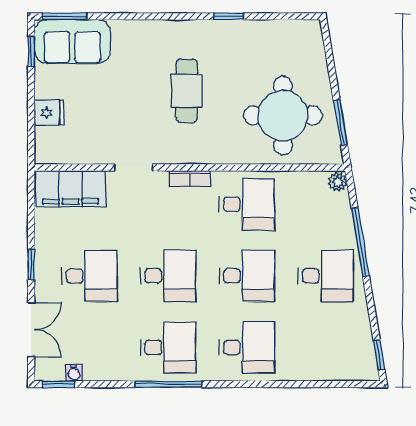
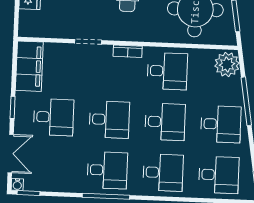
plant: (338, 182) -> (227, 64), width x1.88, depth x1.88
filing cabinet: (71, 189) -> (29, 66), moved, turned -90
desk: (326, 347) -> (219, 175), added
water cooler: (74, 373) -> (17, 185), moved

